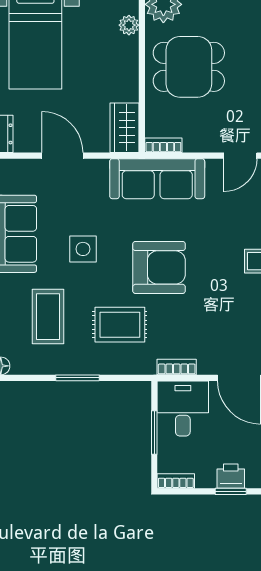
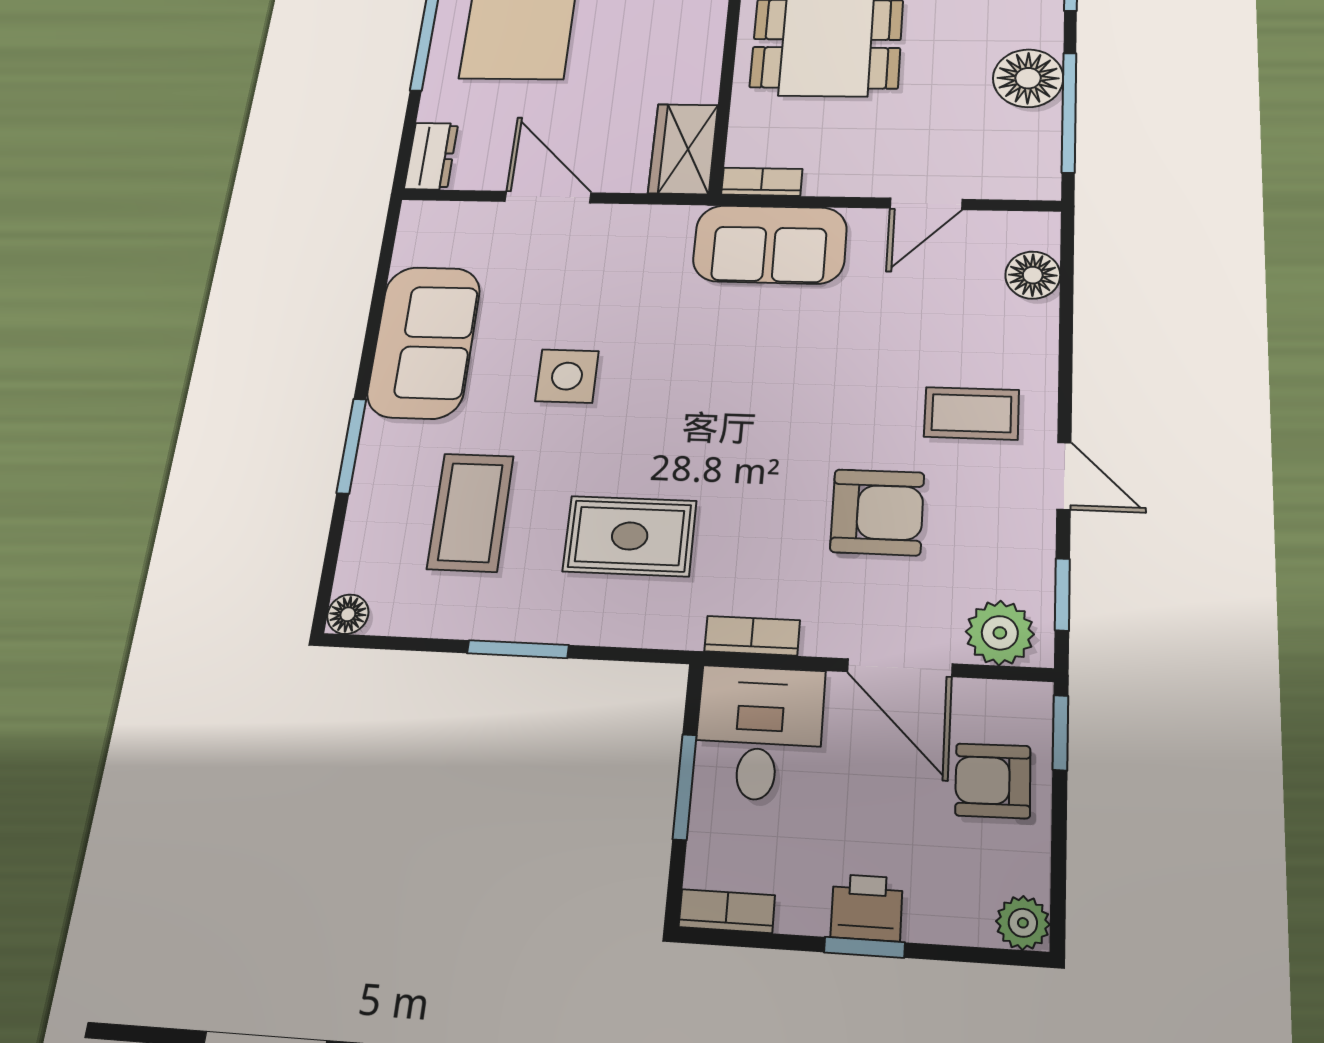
sofa: (157, 179) -> (770, 244), width x0.73
armchair: (159, 267) -> (877, 512), moved, width x0.73, depth x0.73

